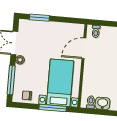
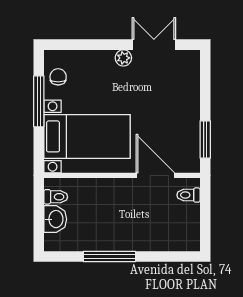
window: (39, 18) -> (205, 140), moved
window: (11, 80) -> (84, 45), removed
window: (53, 108) -> (39, 101), moved

